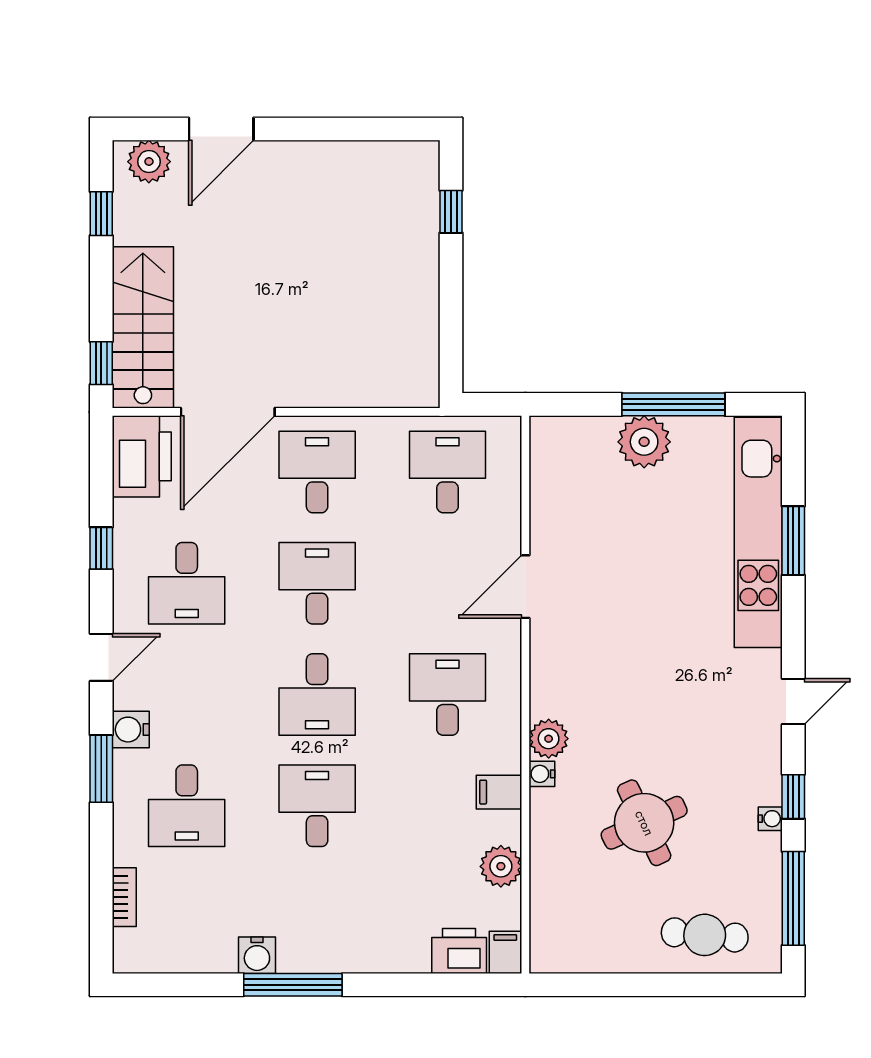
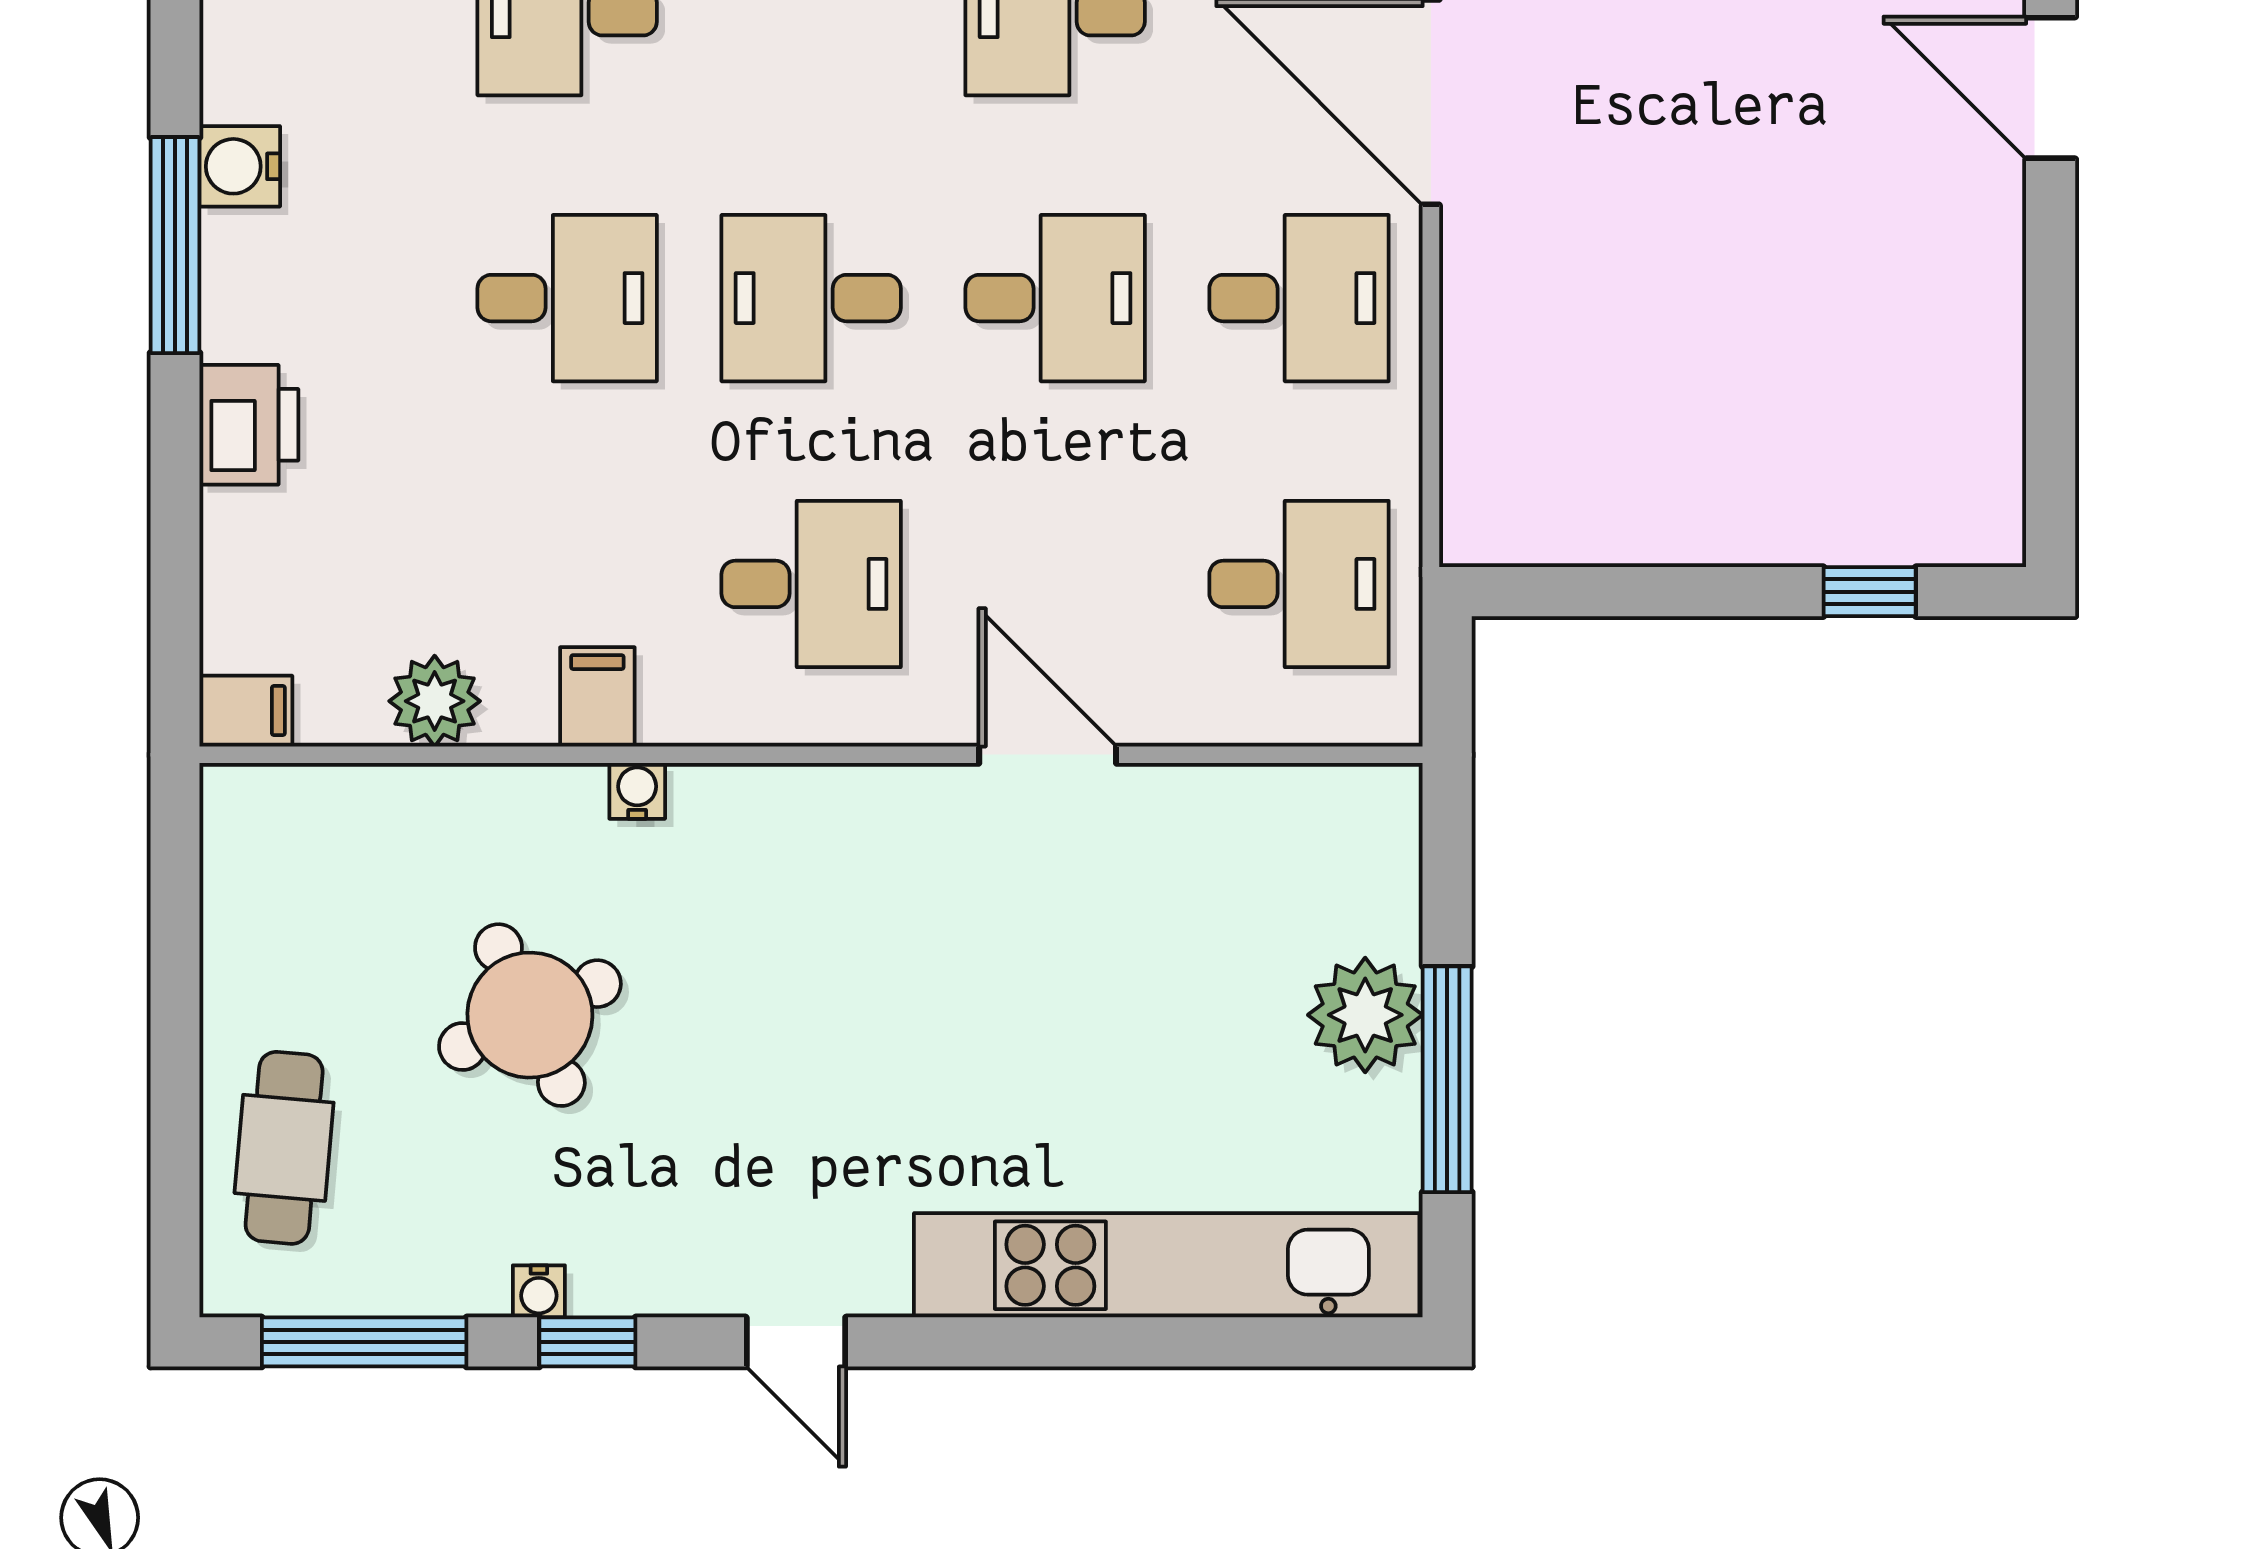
window: (793, 541) -> (1149, 1342), removed
plant: (549, 739) -> (714, 806), removed
printer: (459, 951) -> (249, 425), moved

